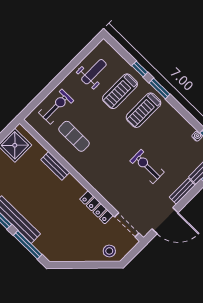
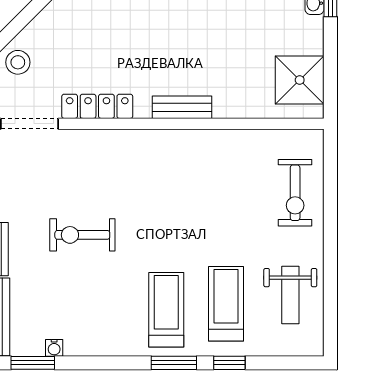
exercise mat: (74, 136) -> (228, 176), removed
bench: (55, 166) -> (182, 107), moved
exercise bike: (147, 167) -> (82, 235), turned 180

